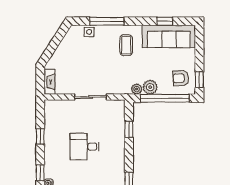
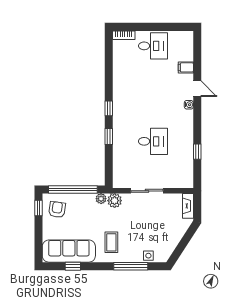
armchair: (181, 78) -> (57, 209), turned -79
plant: (150, 87) -> (115, 201), moved
window: (129, 129) -> (109, 137), moved
window: (40, 173) -> (197, 115), removed

